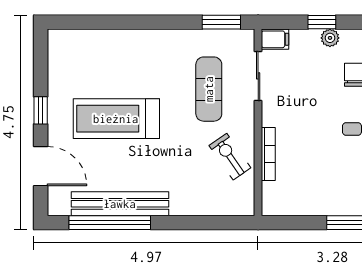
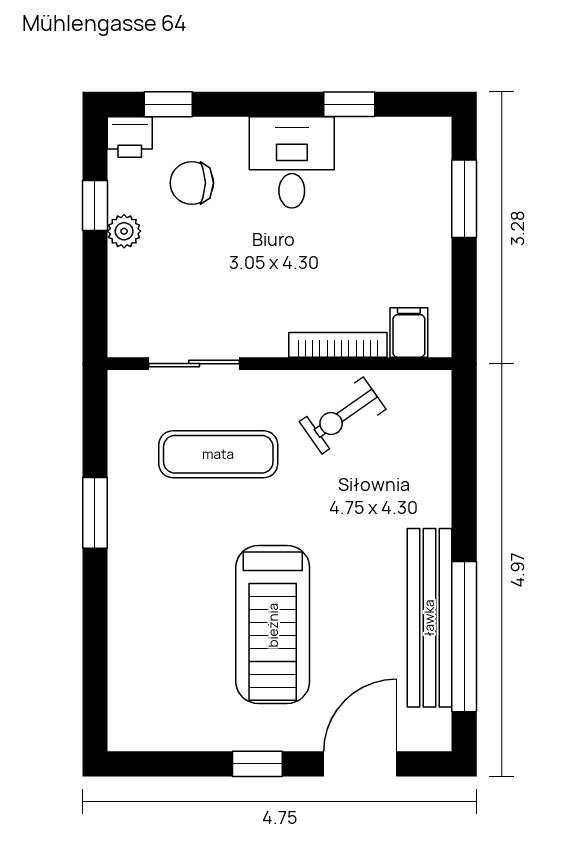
window: (221, 22) -> (95, 513), moved
window: (322, 22) -> (95, 206), moved
filing cabinet: (275, 39) -> (409, 332), moved

